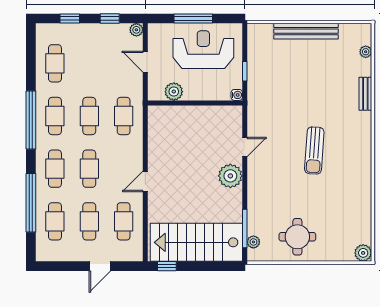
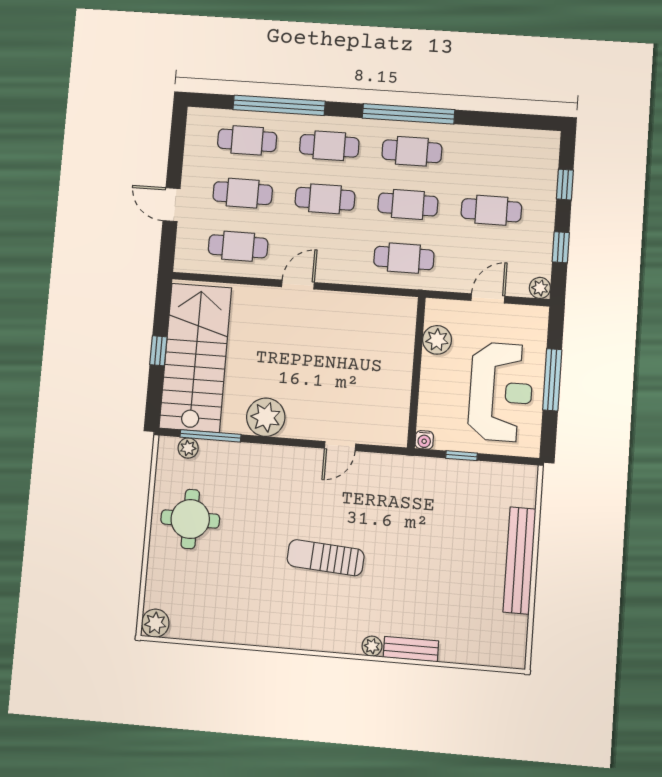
plant: (366, 52) -> (372, 646), moved
cafe table: (55, 63) -> (491, 210), moved
door: (245, 147) -> (340, 446), hinge flipped
plant: (230, 176) -> (266, 417), moved
door: (145, 181) -> (298, 285), hinge flipped
window: (167, 266) -> (158, 351), moved

